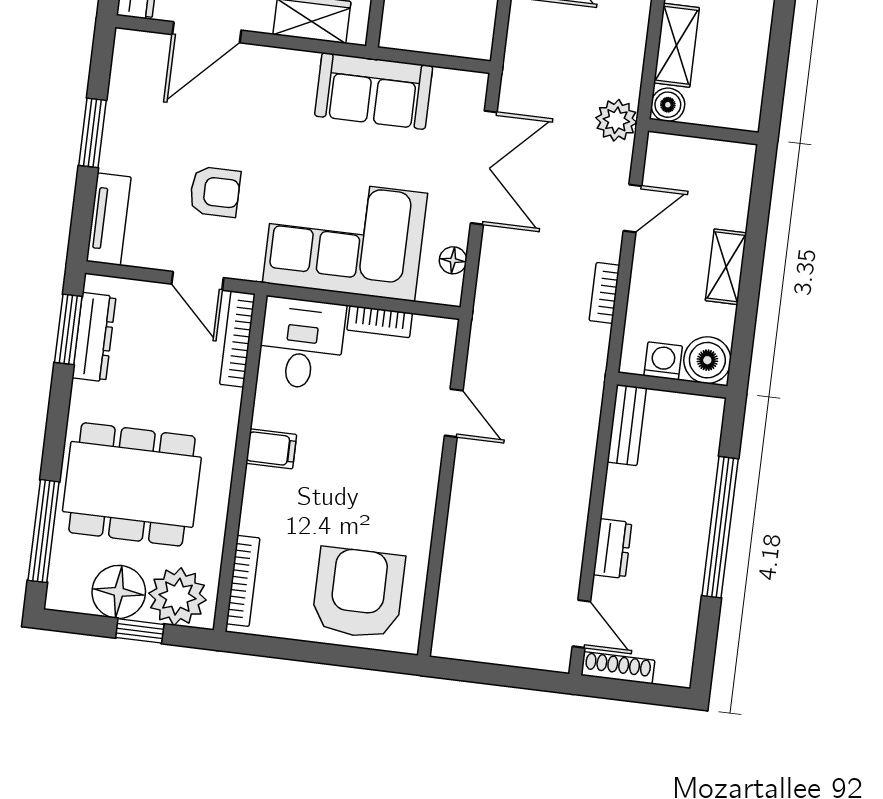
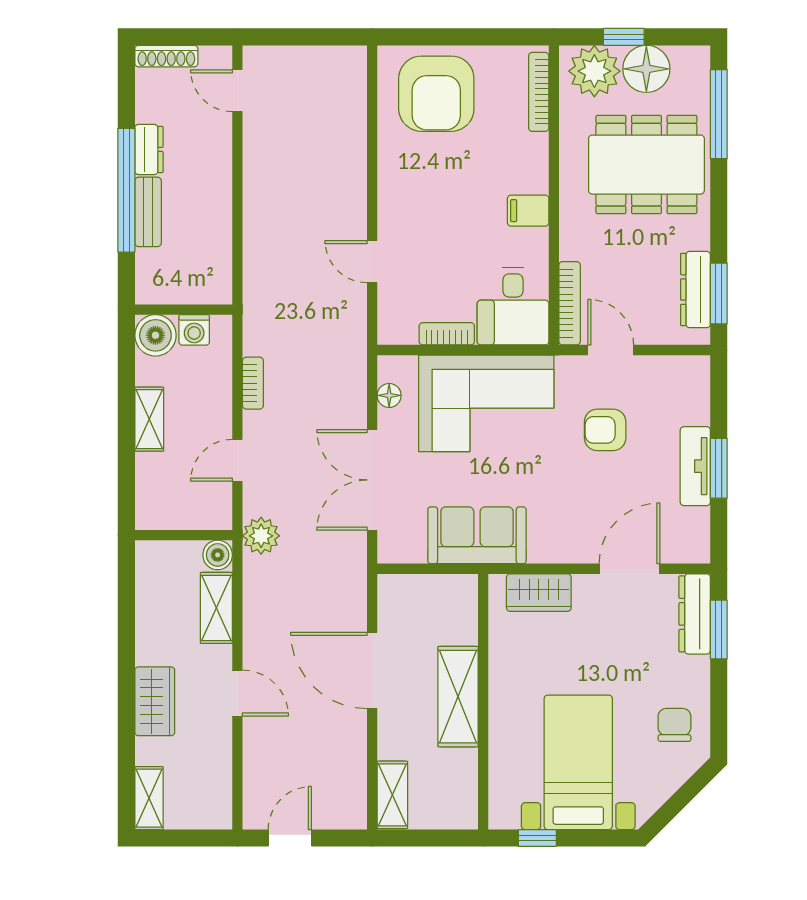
tv unit: (109, 219) -> (695, 466), moved
bench: (627, 425) -> (148, 212), moved
dresser: (613, 549) -> (149, 149), moved, turned 180
shoe rack: (618, 668) -> (166, 56), moved

